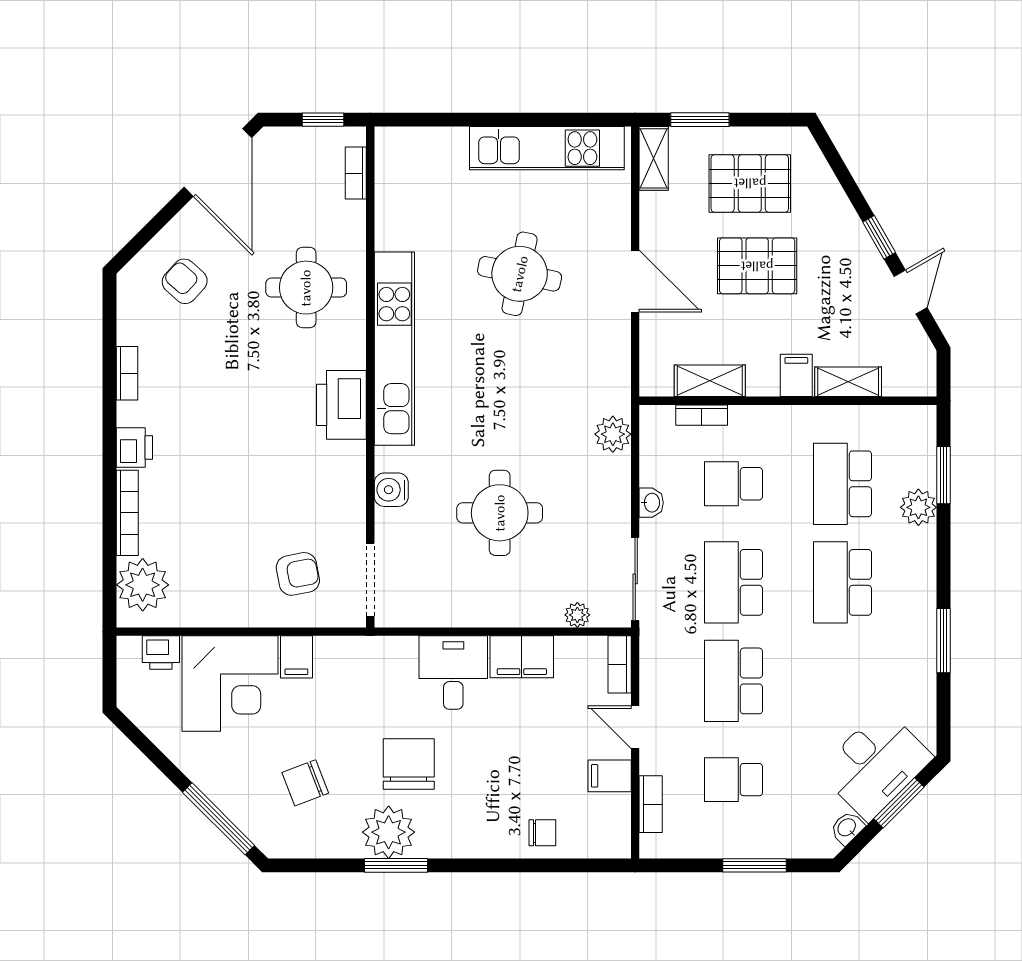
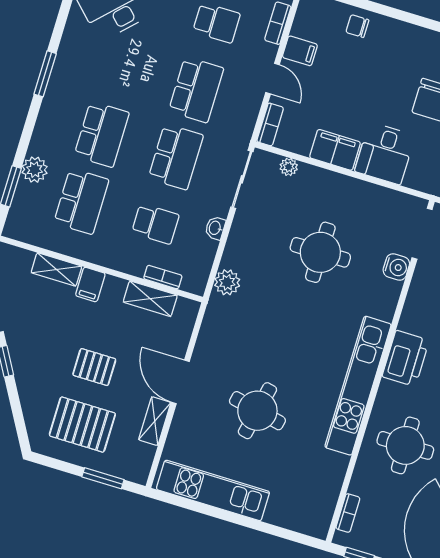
shelving: (654, 158) -> (155, 421), moved
pallet: (757, 266) -> (94, 367), width x0.67, depth x0.71
water cooler: (391, 490) -> (396, 267), moved

